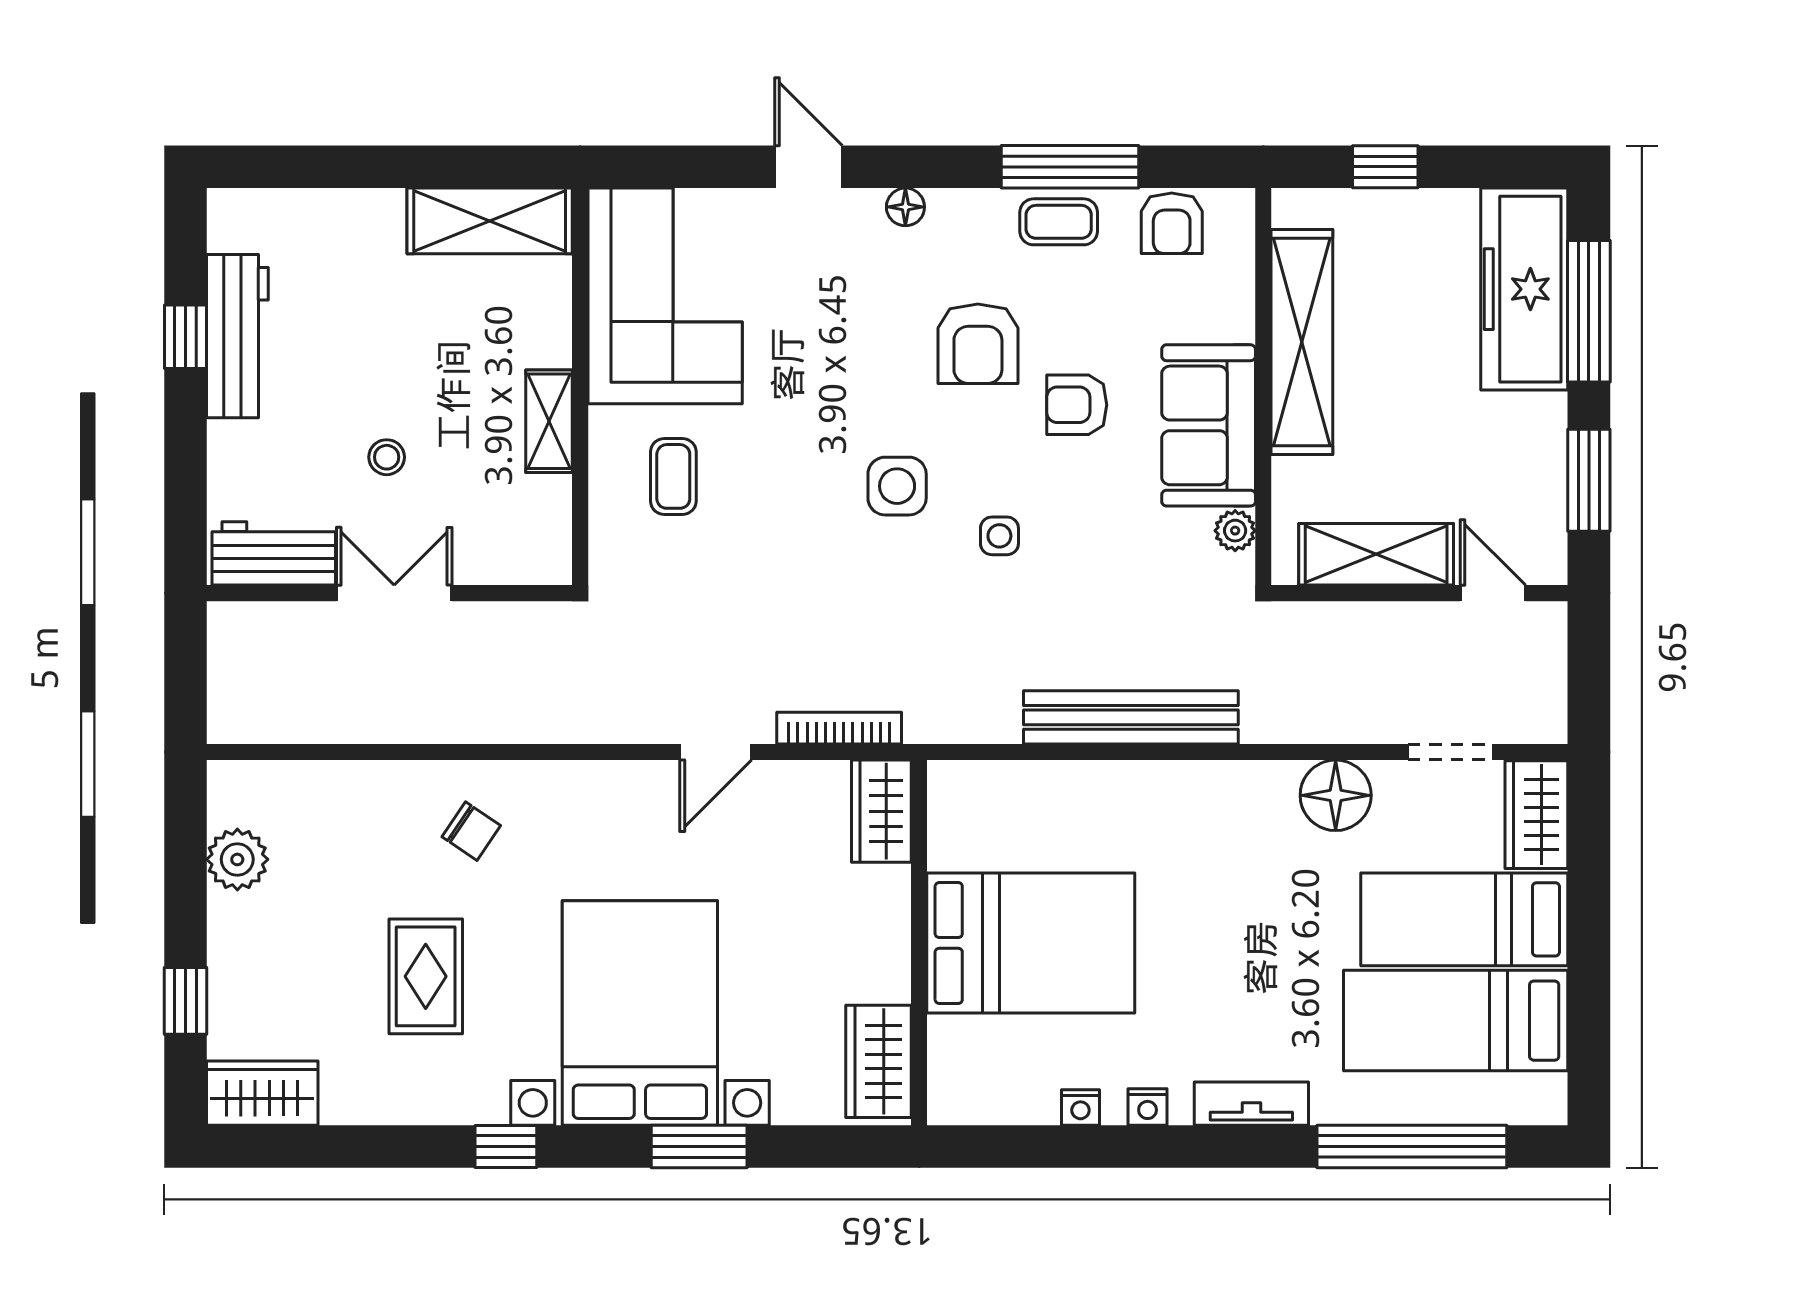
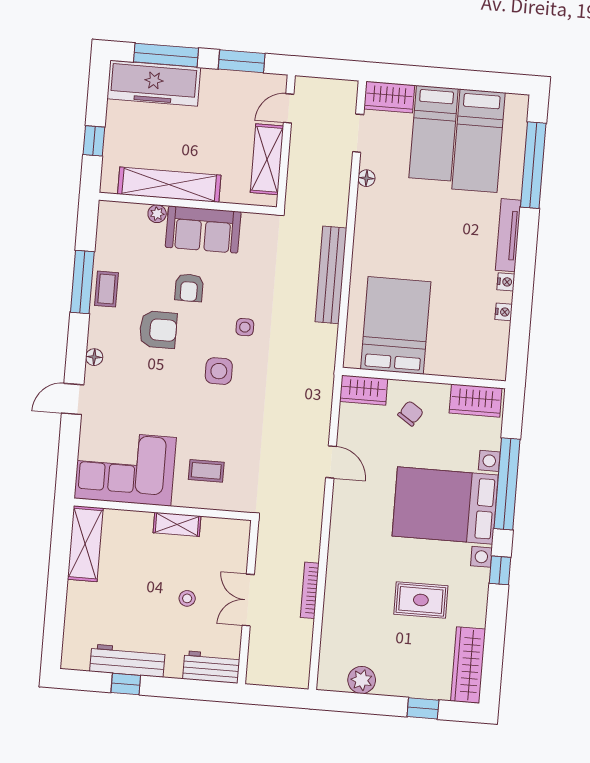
armchair: (1172, 223) -> (111, 239), removed
plant: (1235, 531) -> (157, 214), moved
workbench: (274, 553) -> (211, 667), moved, turned 90
bookcase: (839, 728) -> (310, 590), moved
floor lamp: (1336, 795) -> (366, 178), width x0.53, depth x0.53
chair: (471, 831) -> (411, 413), moved
bed: (1031, 943) -> (396, 325), moved
wardrobe: (262, 1093) -> (468, 665), width x1.50
tv unit: (1251, 1104) -> (508, 235), width x1.41
window: (699, 1146) -> (507, 484), width x2.11

